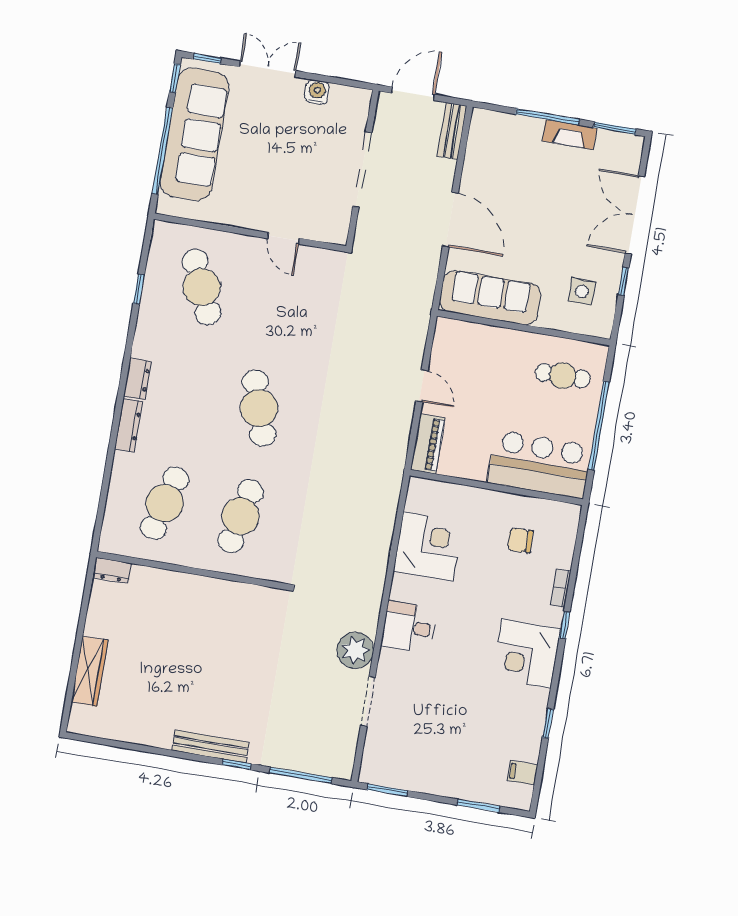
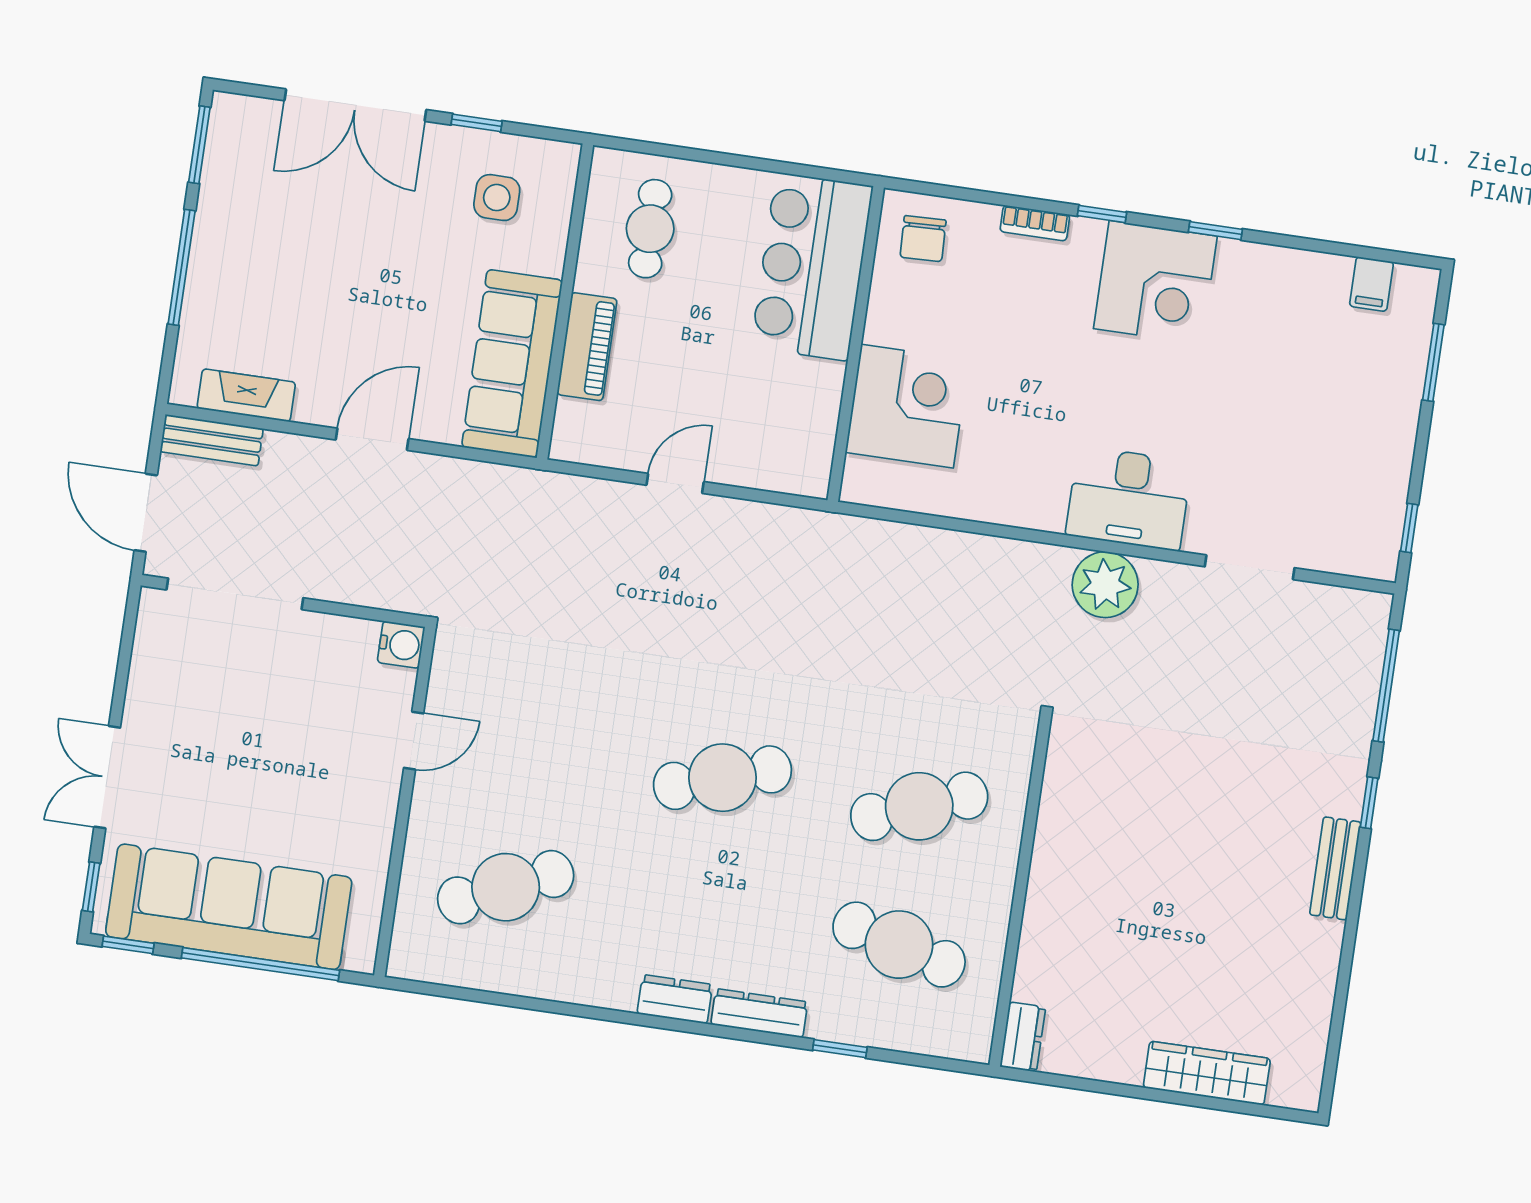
water cooler: (317, 92) -> (401, 645), moved, turned 180
fireplace: (570, 135) -> (246, 395), moved, turned -90
doorway: (362, 169) -> (235, 594), moved
door: (450, 220) -> (372, 439), width x0.73
window: (139, 289) -> (840, 1049), moved
window: (599, 426) -> (739, 161), removed
piano: (428, 444) -> (587, 347), moved, turned 90
cafe table: (241, 516) -> (919, 806), turned -33
chair: (520, 540) -> (923, 239), moved
corner desk: (428, 546) -> (907, 406), moved, turned 90
desk: (409, 627) -> (1129, 498), width x1.37
plant: (355, 650) -> (1105, 585), moved
window: (548, 724) -> (1215, 231), moved
bench: (211, 746) -> (1335, 868), width x0.73
window: (387, 790) -> (1409, 528), width x0.67

